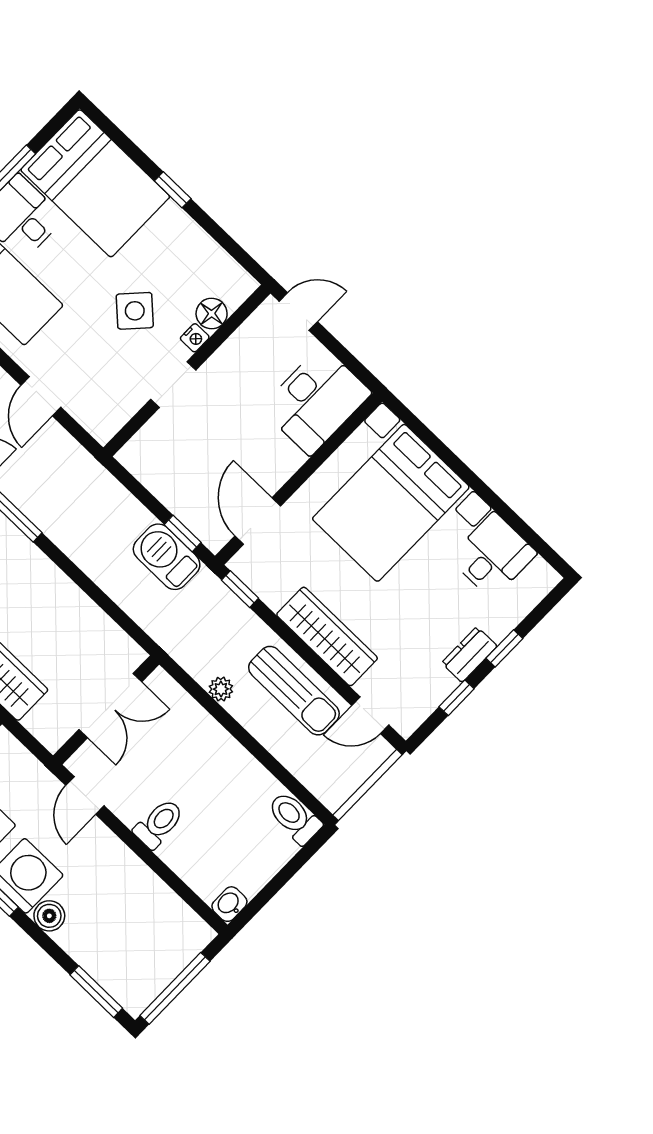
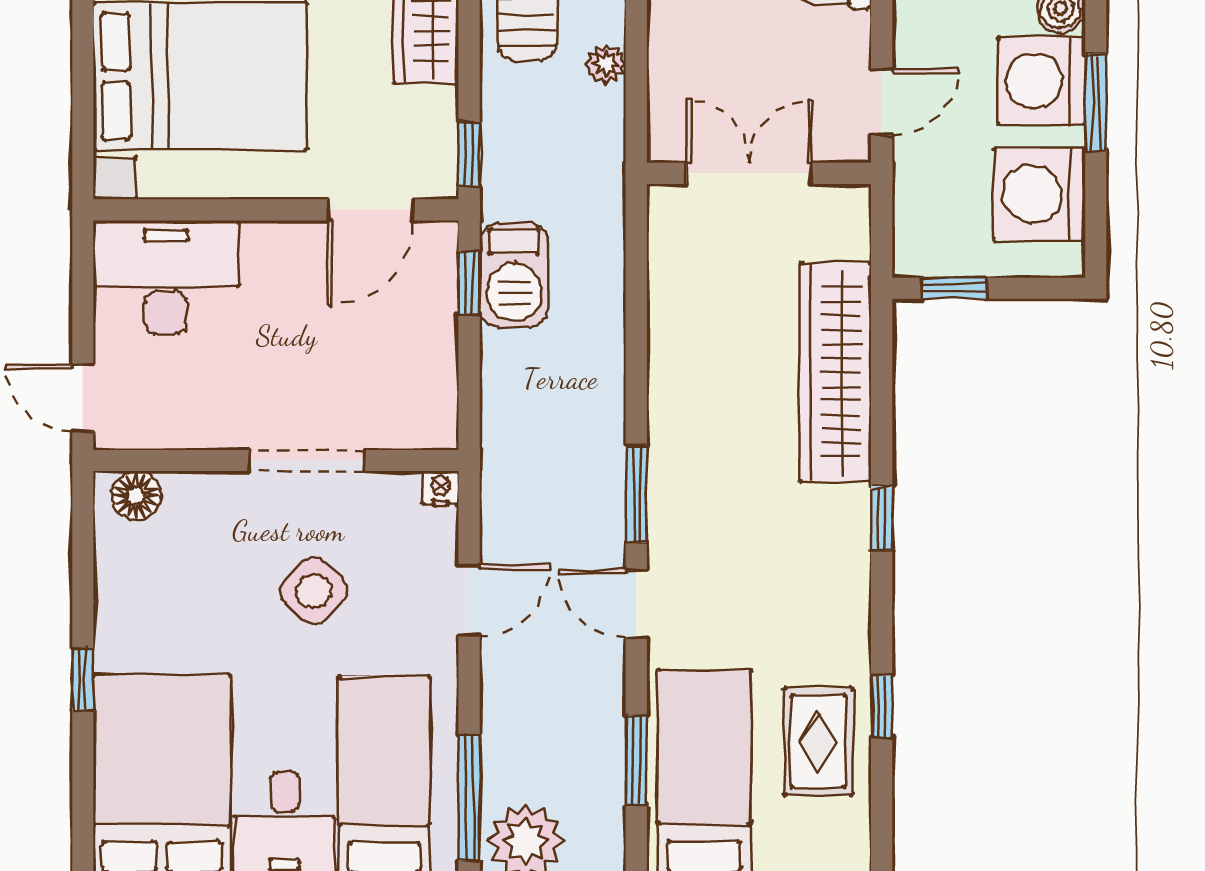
side table: (135, 311) -> (314, 591), moved
floor lamp: (212, 314) -> (136, 496), moved
nightstand: (195, 338) -> (441, 488), moved
doorway: (173, 385) -> (307, 461), width x1.38

